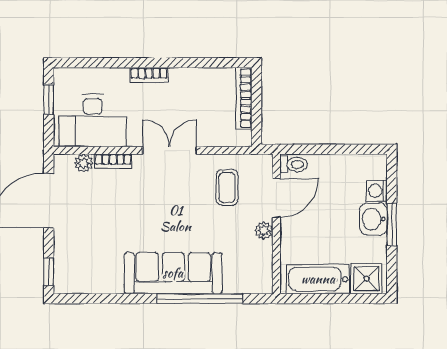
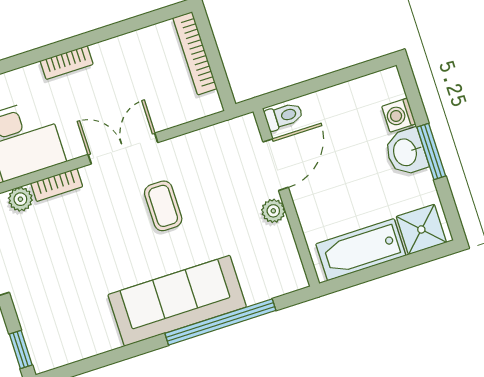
coffee table: (227, 187) -> (163, 206), moved

